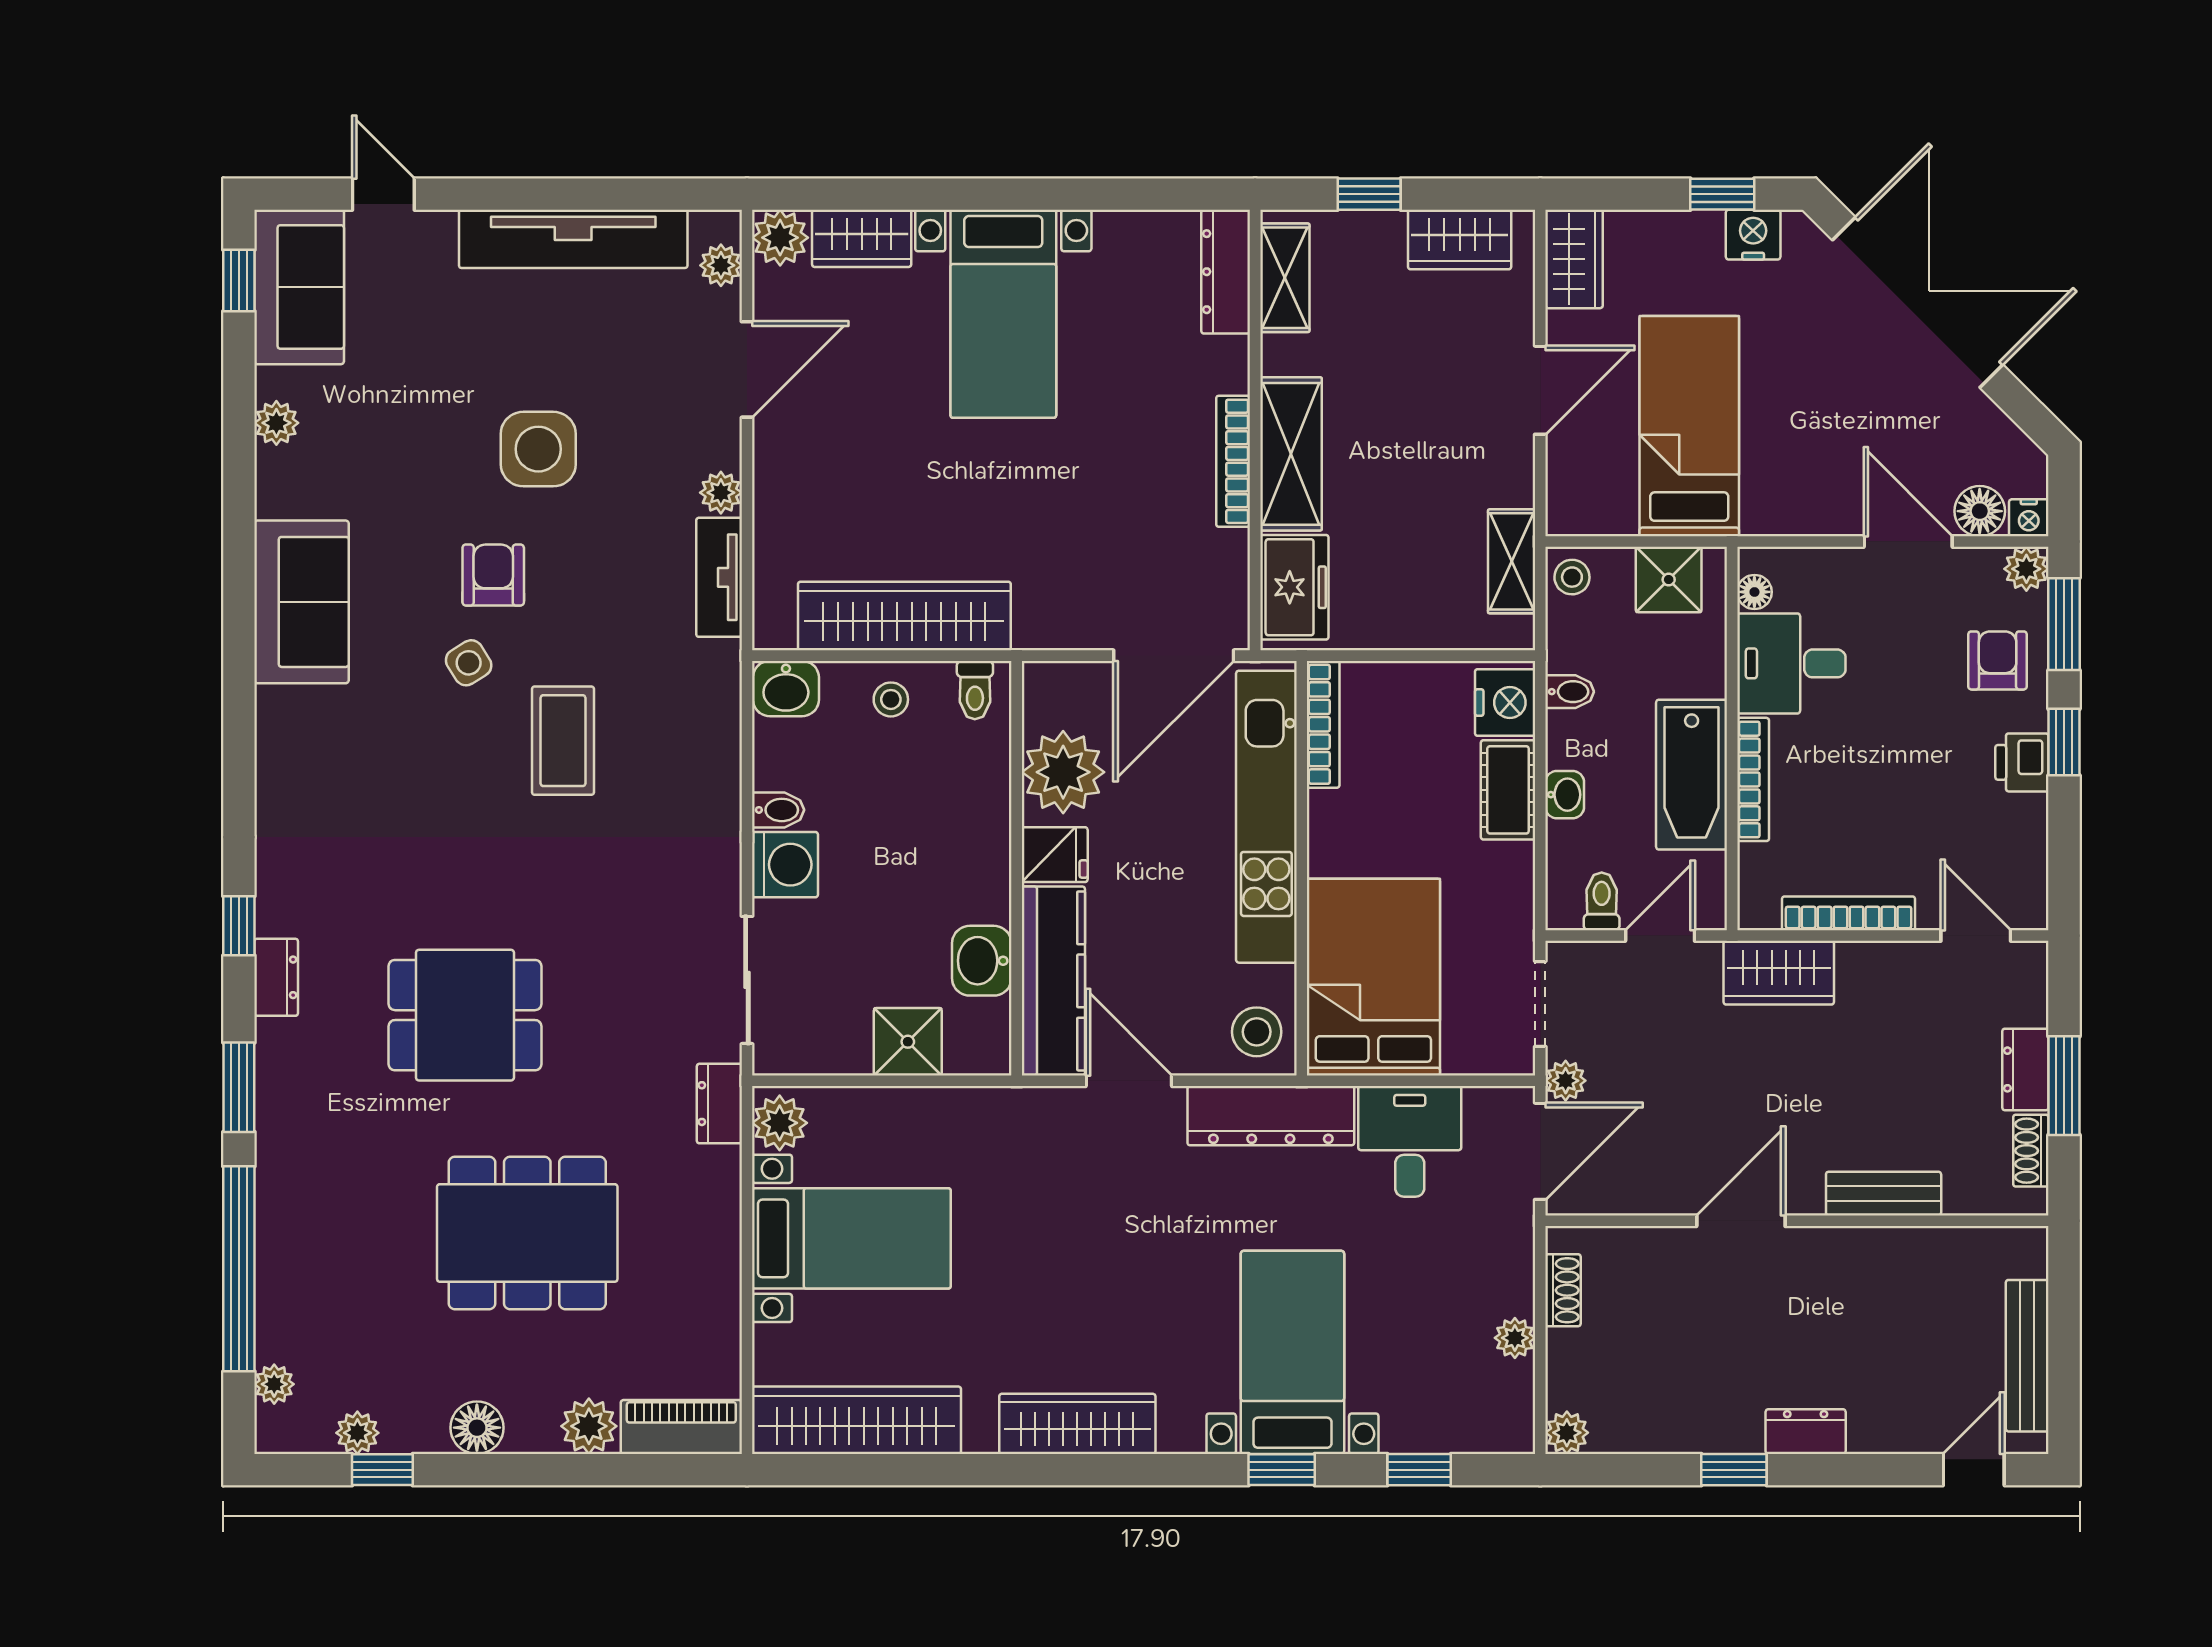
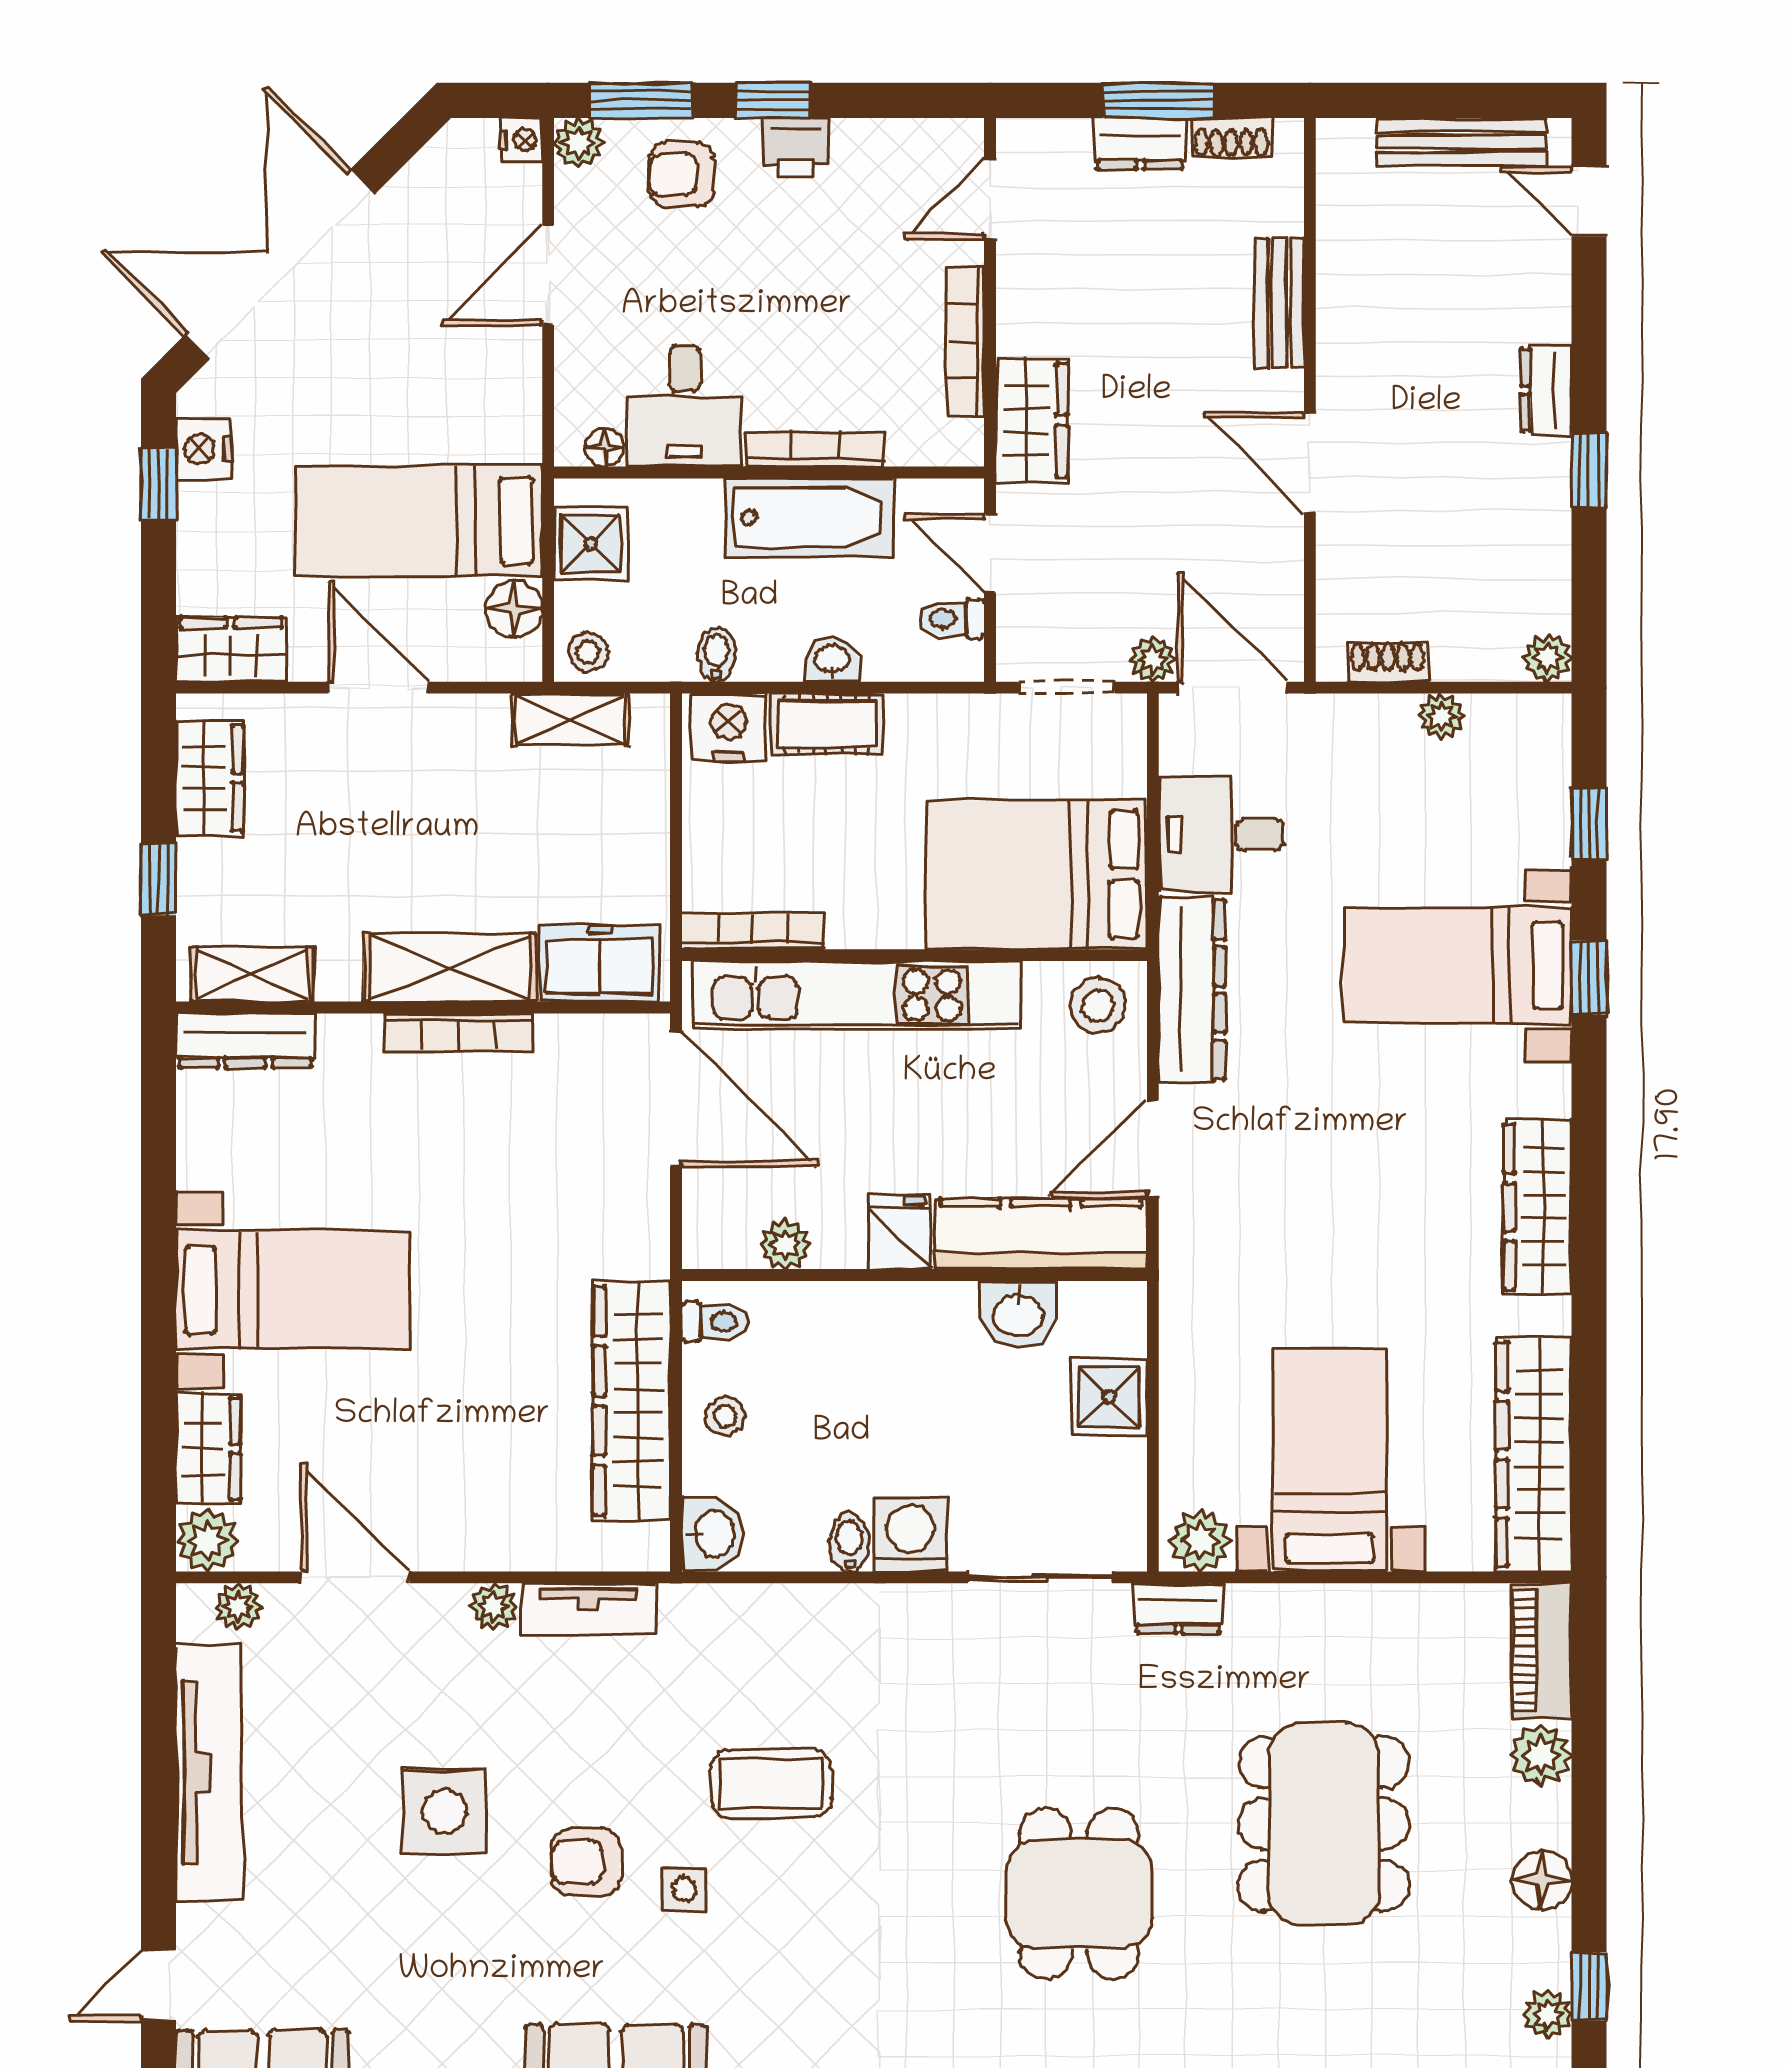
floor lamp: (1980, 511) -> (514, 609), moved
side table: (469, 663) -> (684, 1890), turned 32
plant: (1063, 772) -> (785, 1244), width x0.53, depth x0.53

